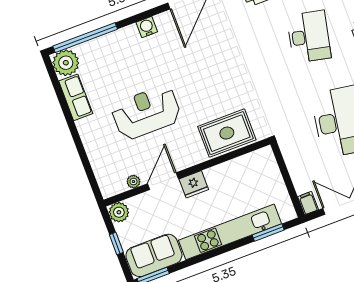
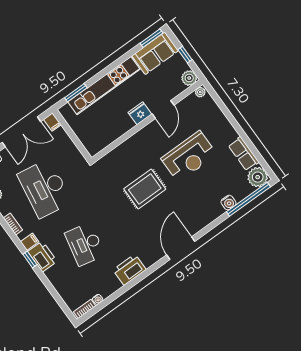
water cooler: (147, 27) -> (229, 203), moved
rug: (227, 133) -> (145, 189), moved
plant: (133, 182) -> (200, 92), moved

